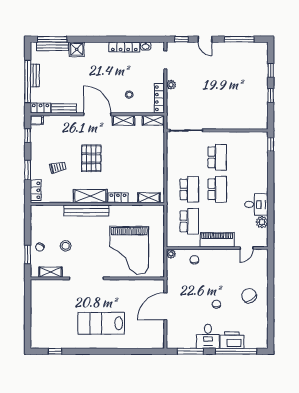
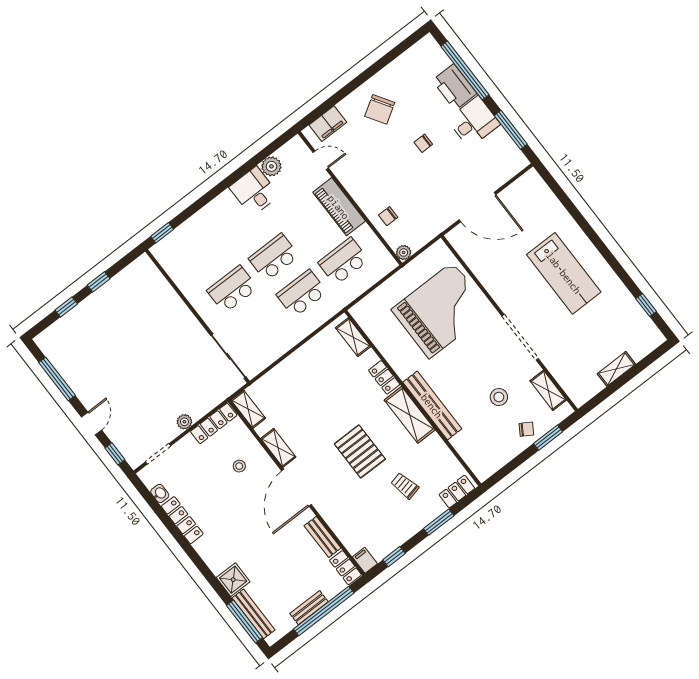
pallet: (91, 158) -> (360, 451), turned 90
filing cabinet: (262, 265) -> (328, 124), added
shelving: (35, 313) -> (616, 369), added

